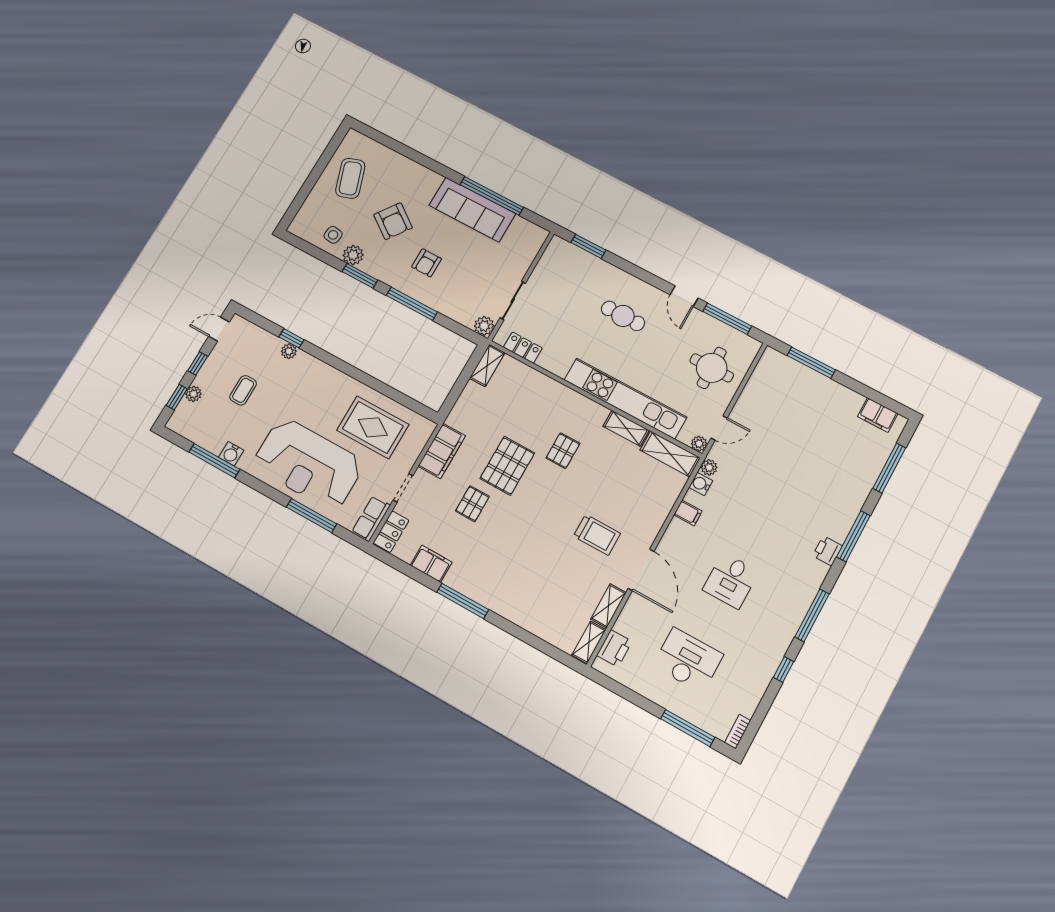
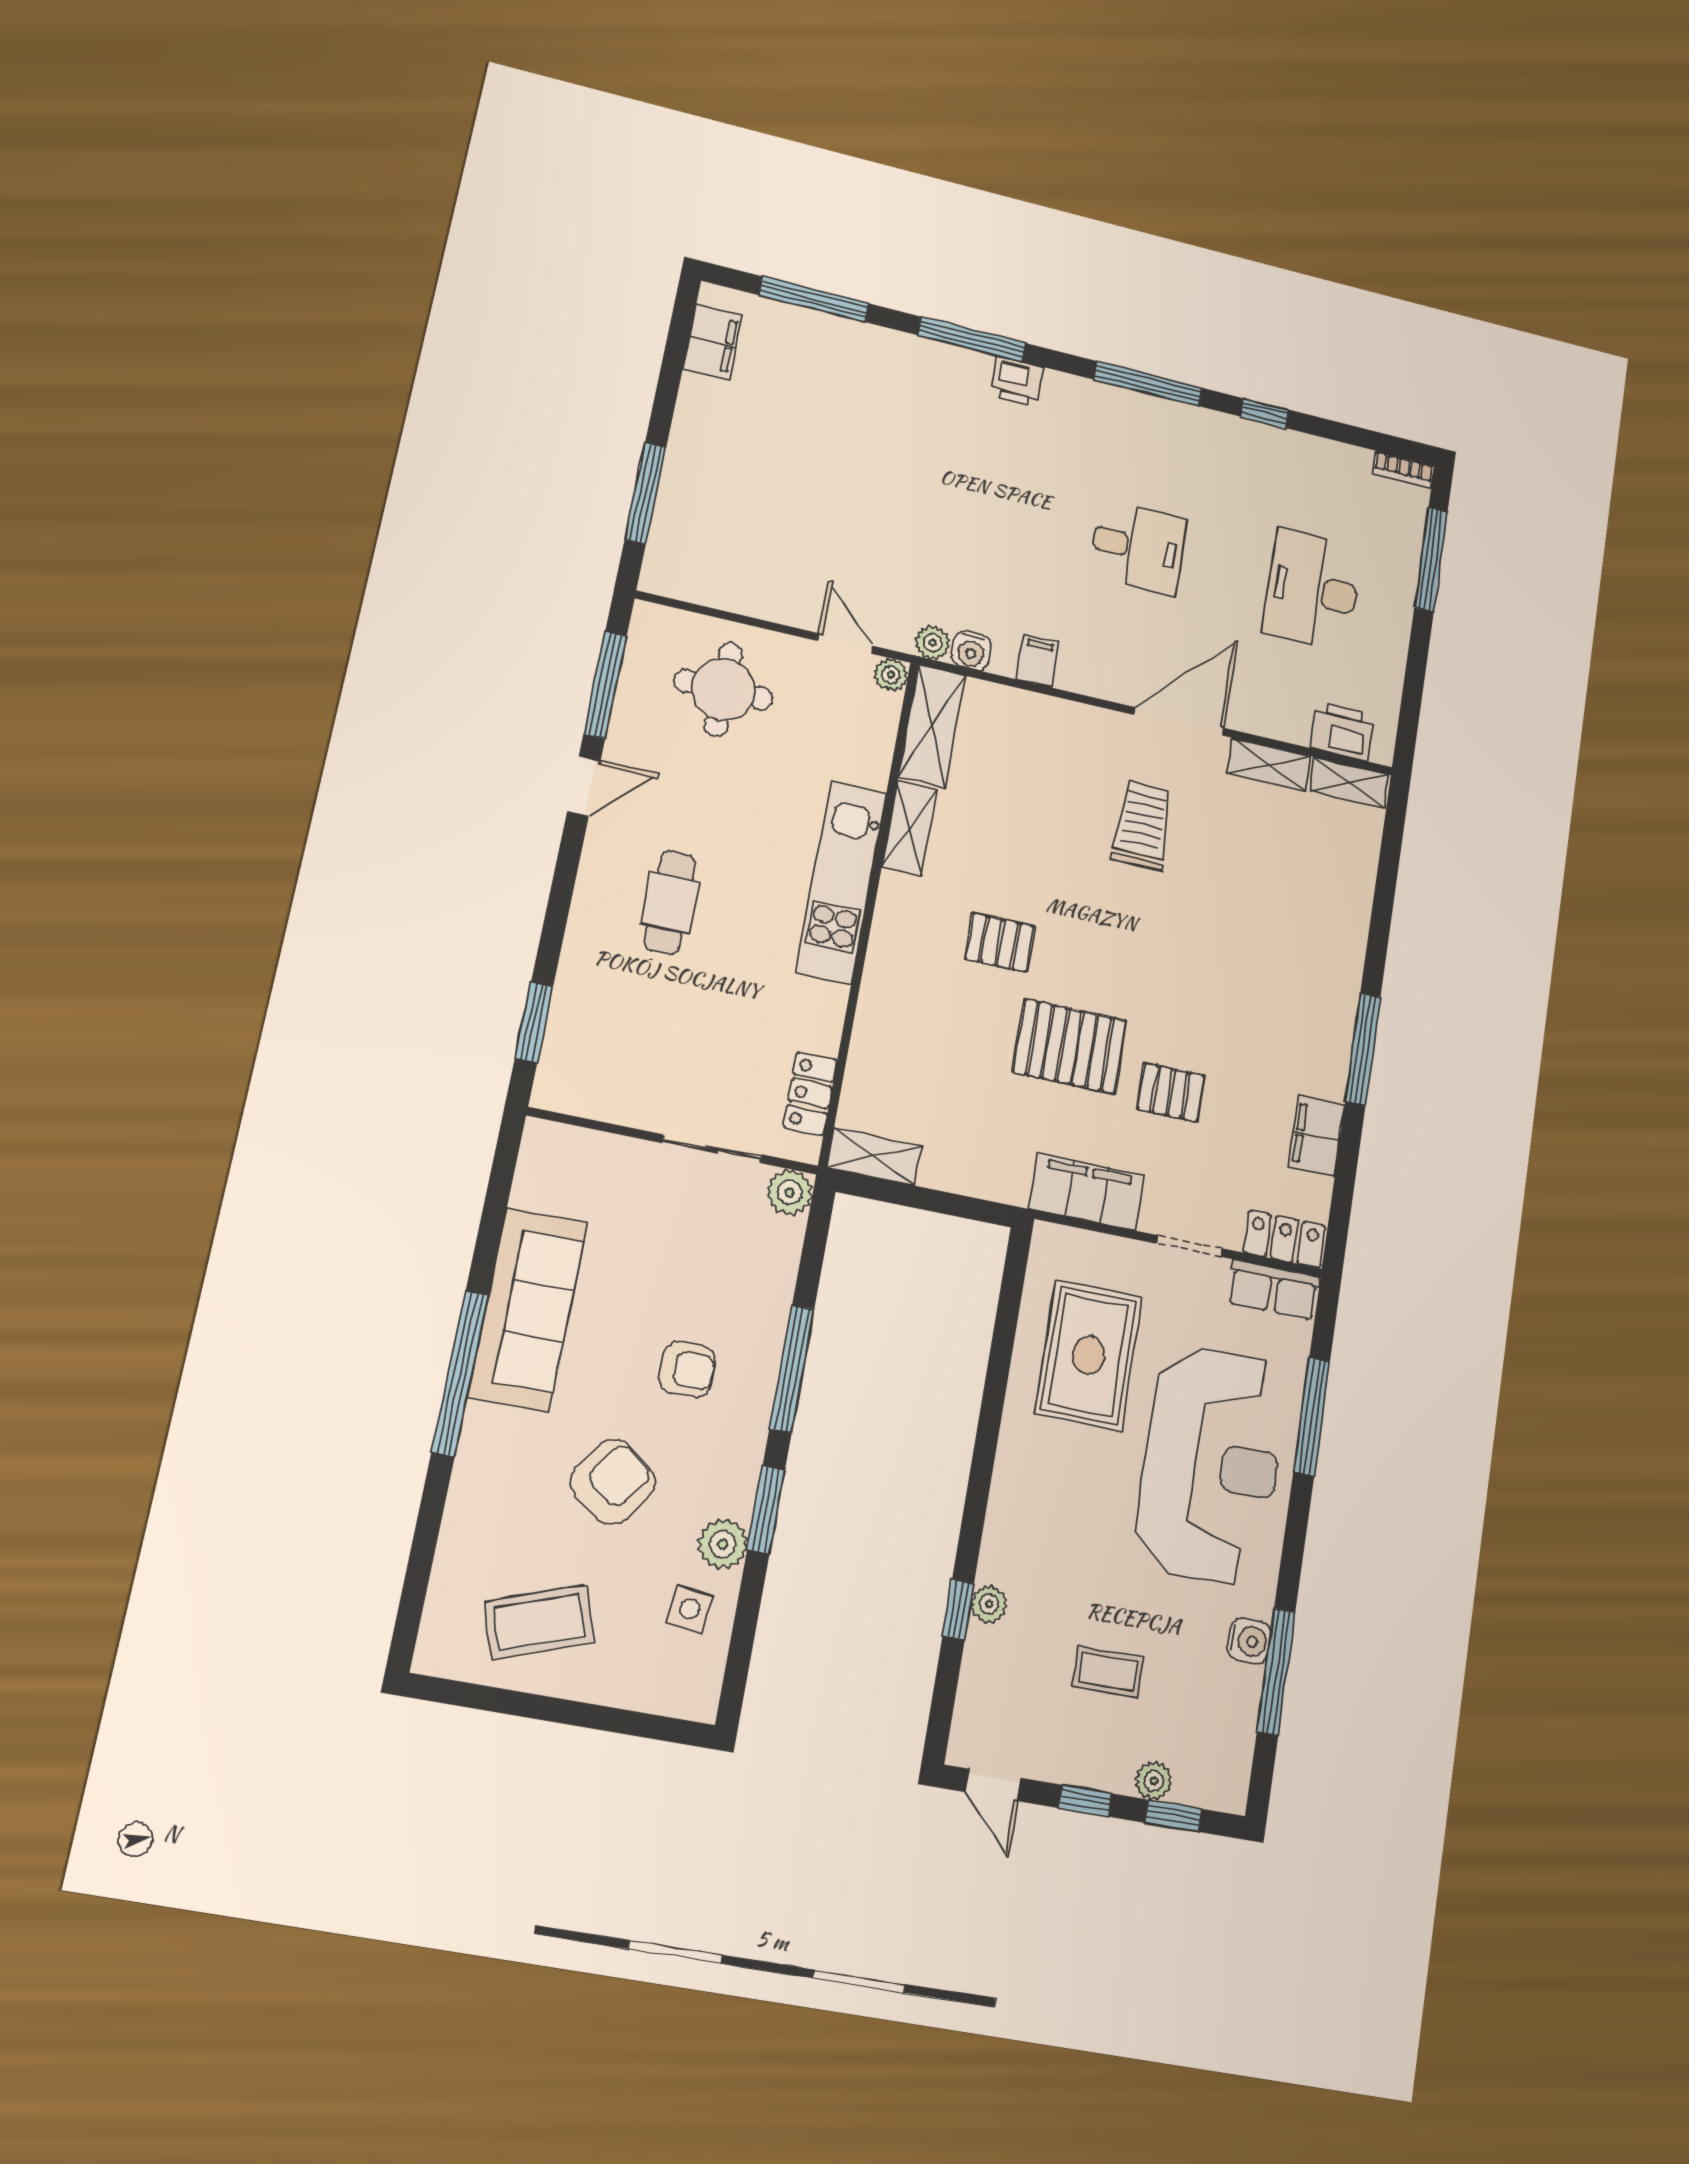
window: (492, 196) -> (460, 1373), moved
kitchen unit: (625, 398) -> (841, 882), width x0.73

